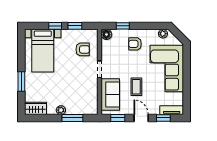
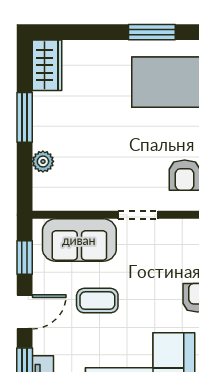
window: (21, 81) -> (152, 32), moved
plant: (61, 110) -> (43, 161), moved
window: (72, 118) -> (25, 117), moved

